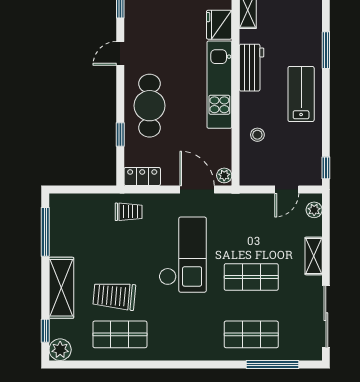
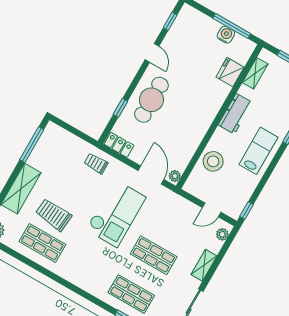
door: (120, 53) -> (152, 53), swing flipped
kitchen unit: (219, 85) -> (207, 113), removed
stool: (257, 135) -> (213, 161), width x1.89, depth x1.89
trolley: (129, 212) -> (96, 163), turned 180

